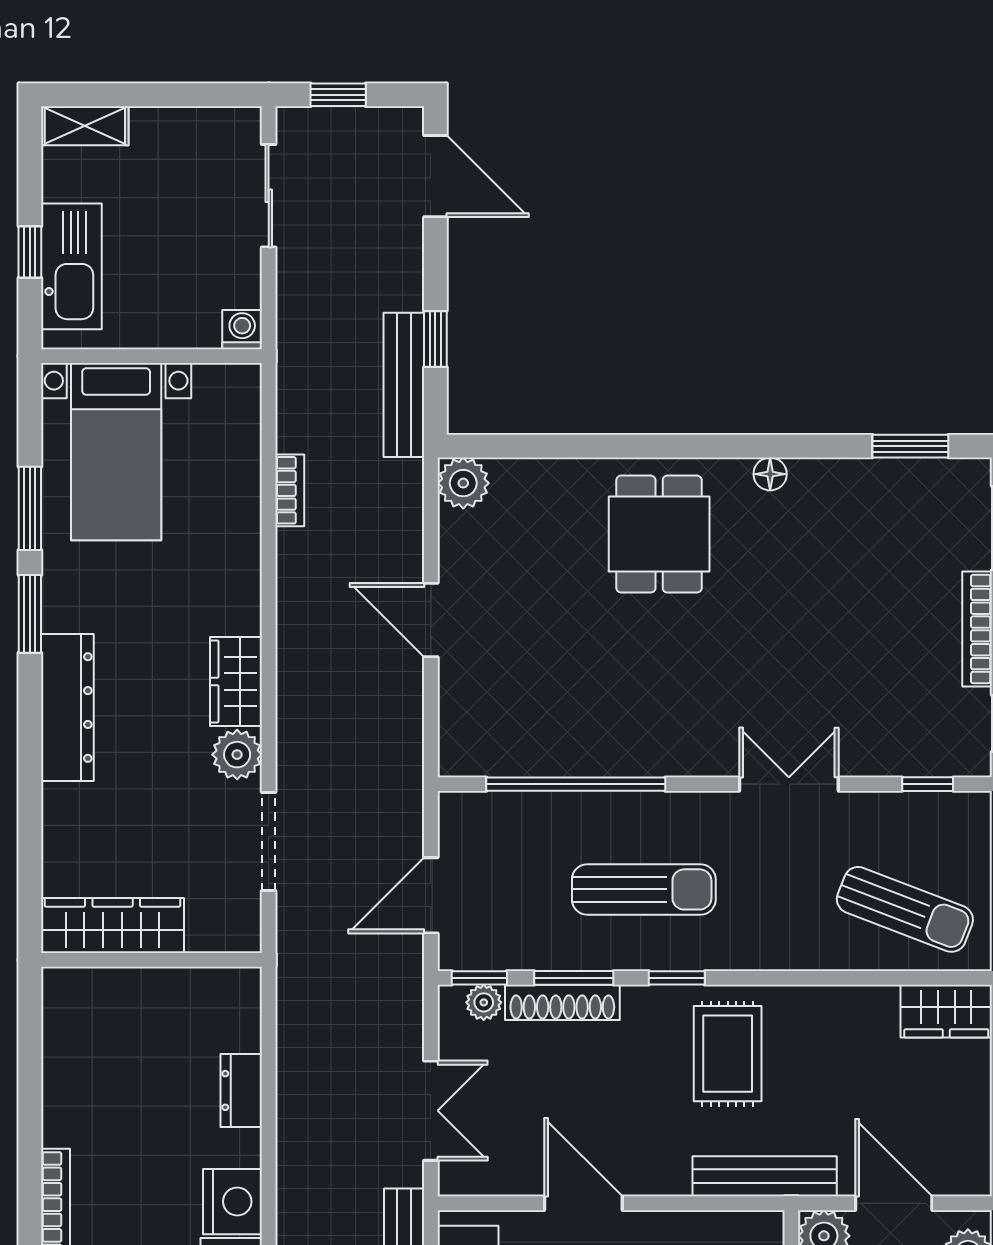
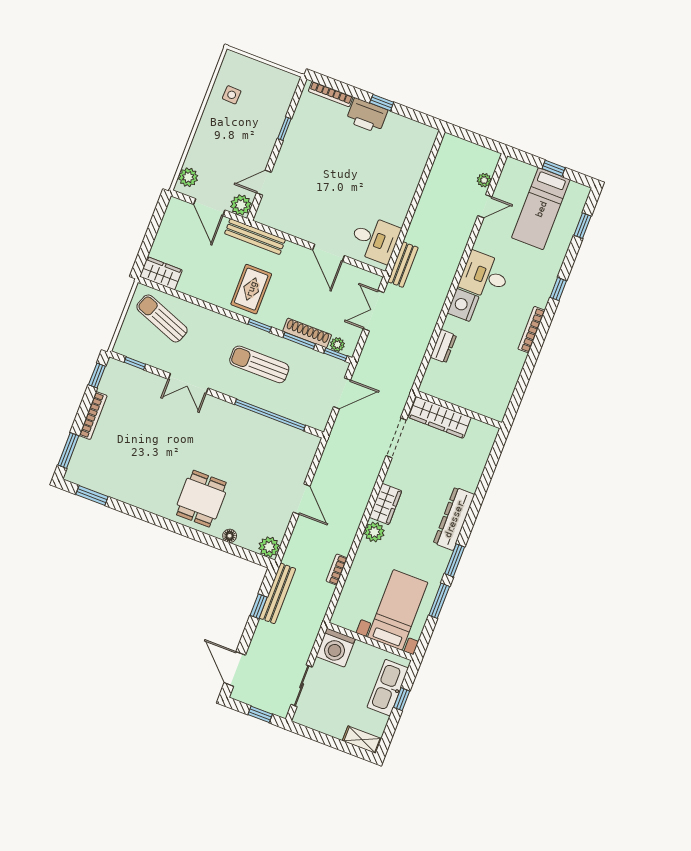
washing machine: (242, 330) -> (336, 648), width x1.89, depth x1.89
floor lamp: (770, 474) -> (230, 536), moved
plant: (237, 755) -> (374, 532), moved
wardrobe: (113, 926) -> (440, 417), moved

